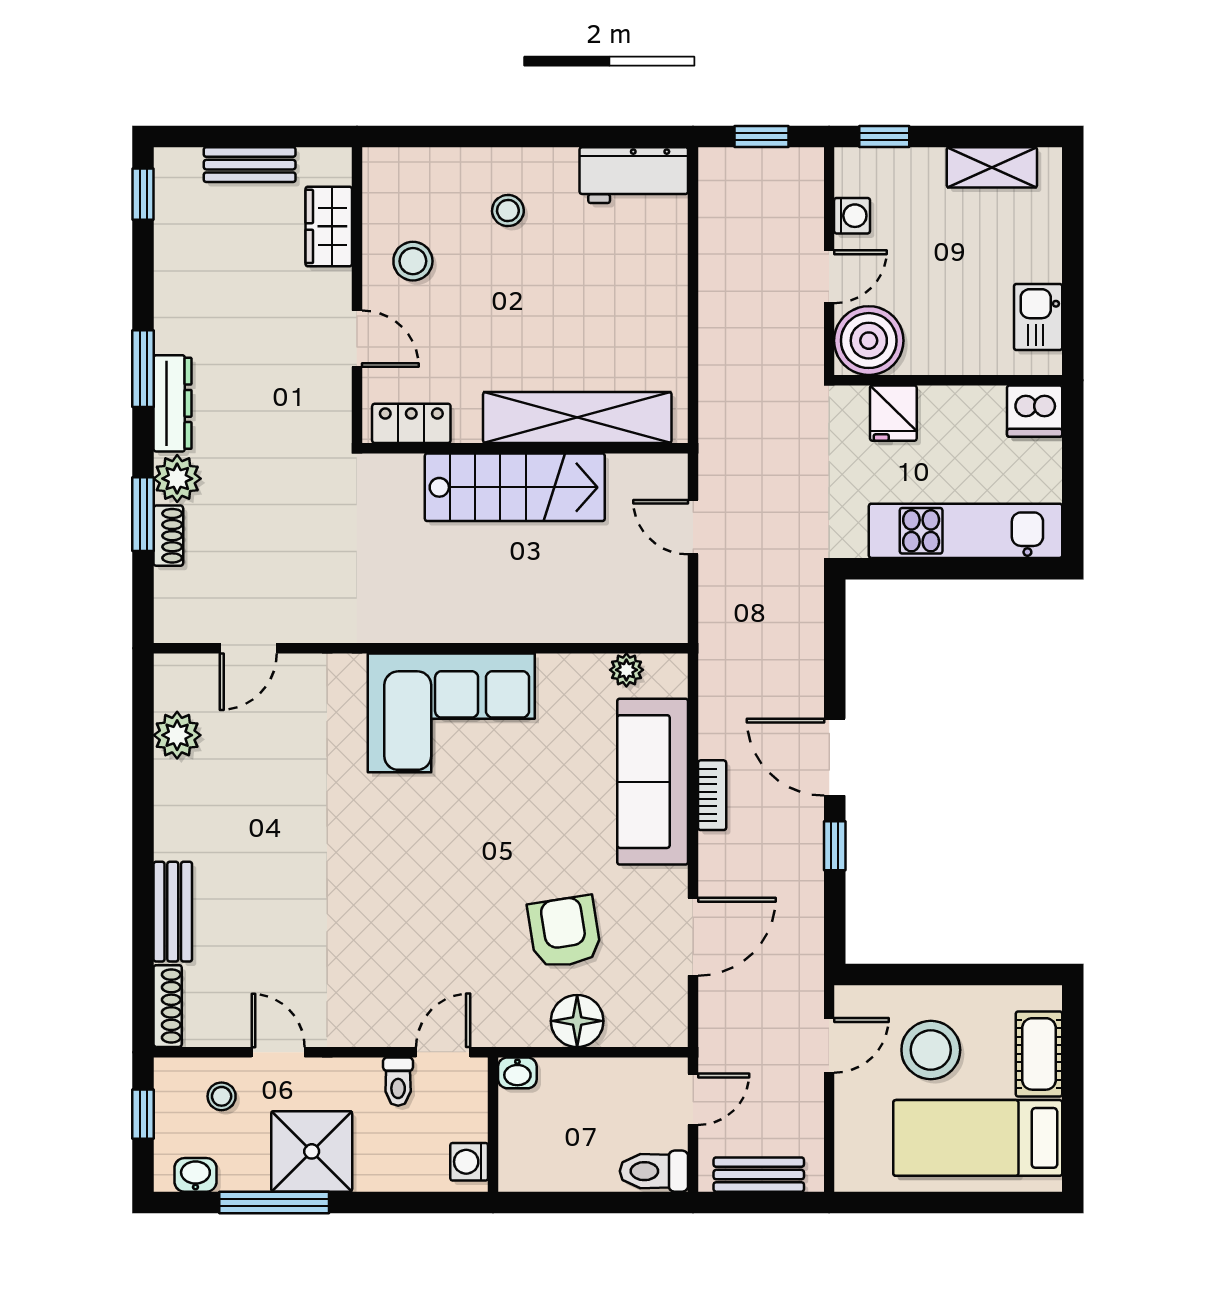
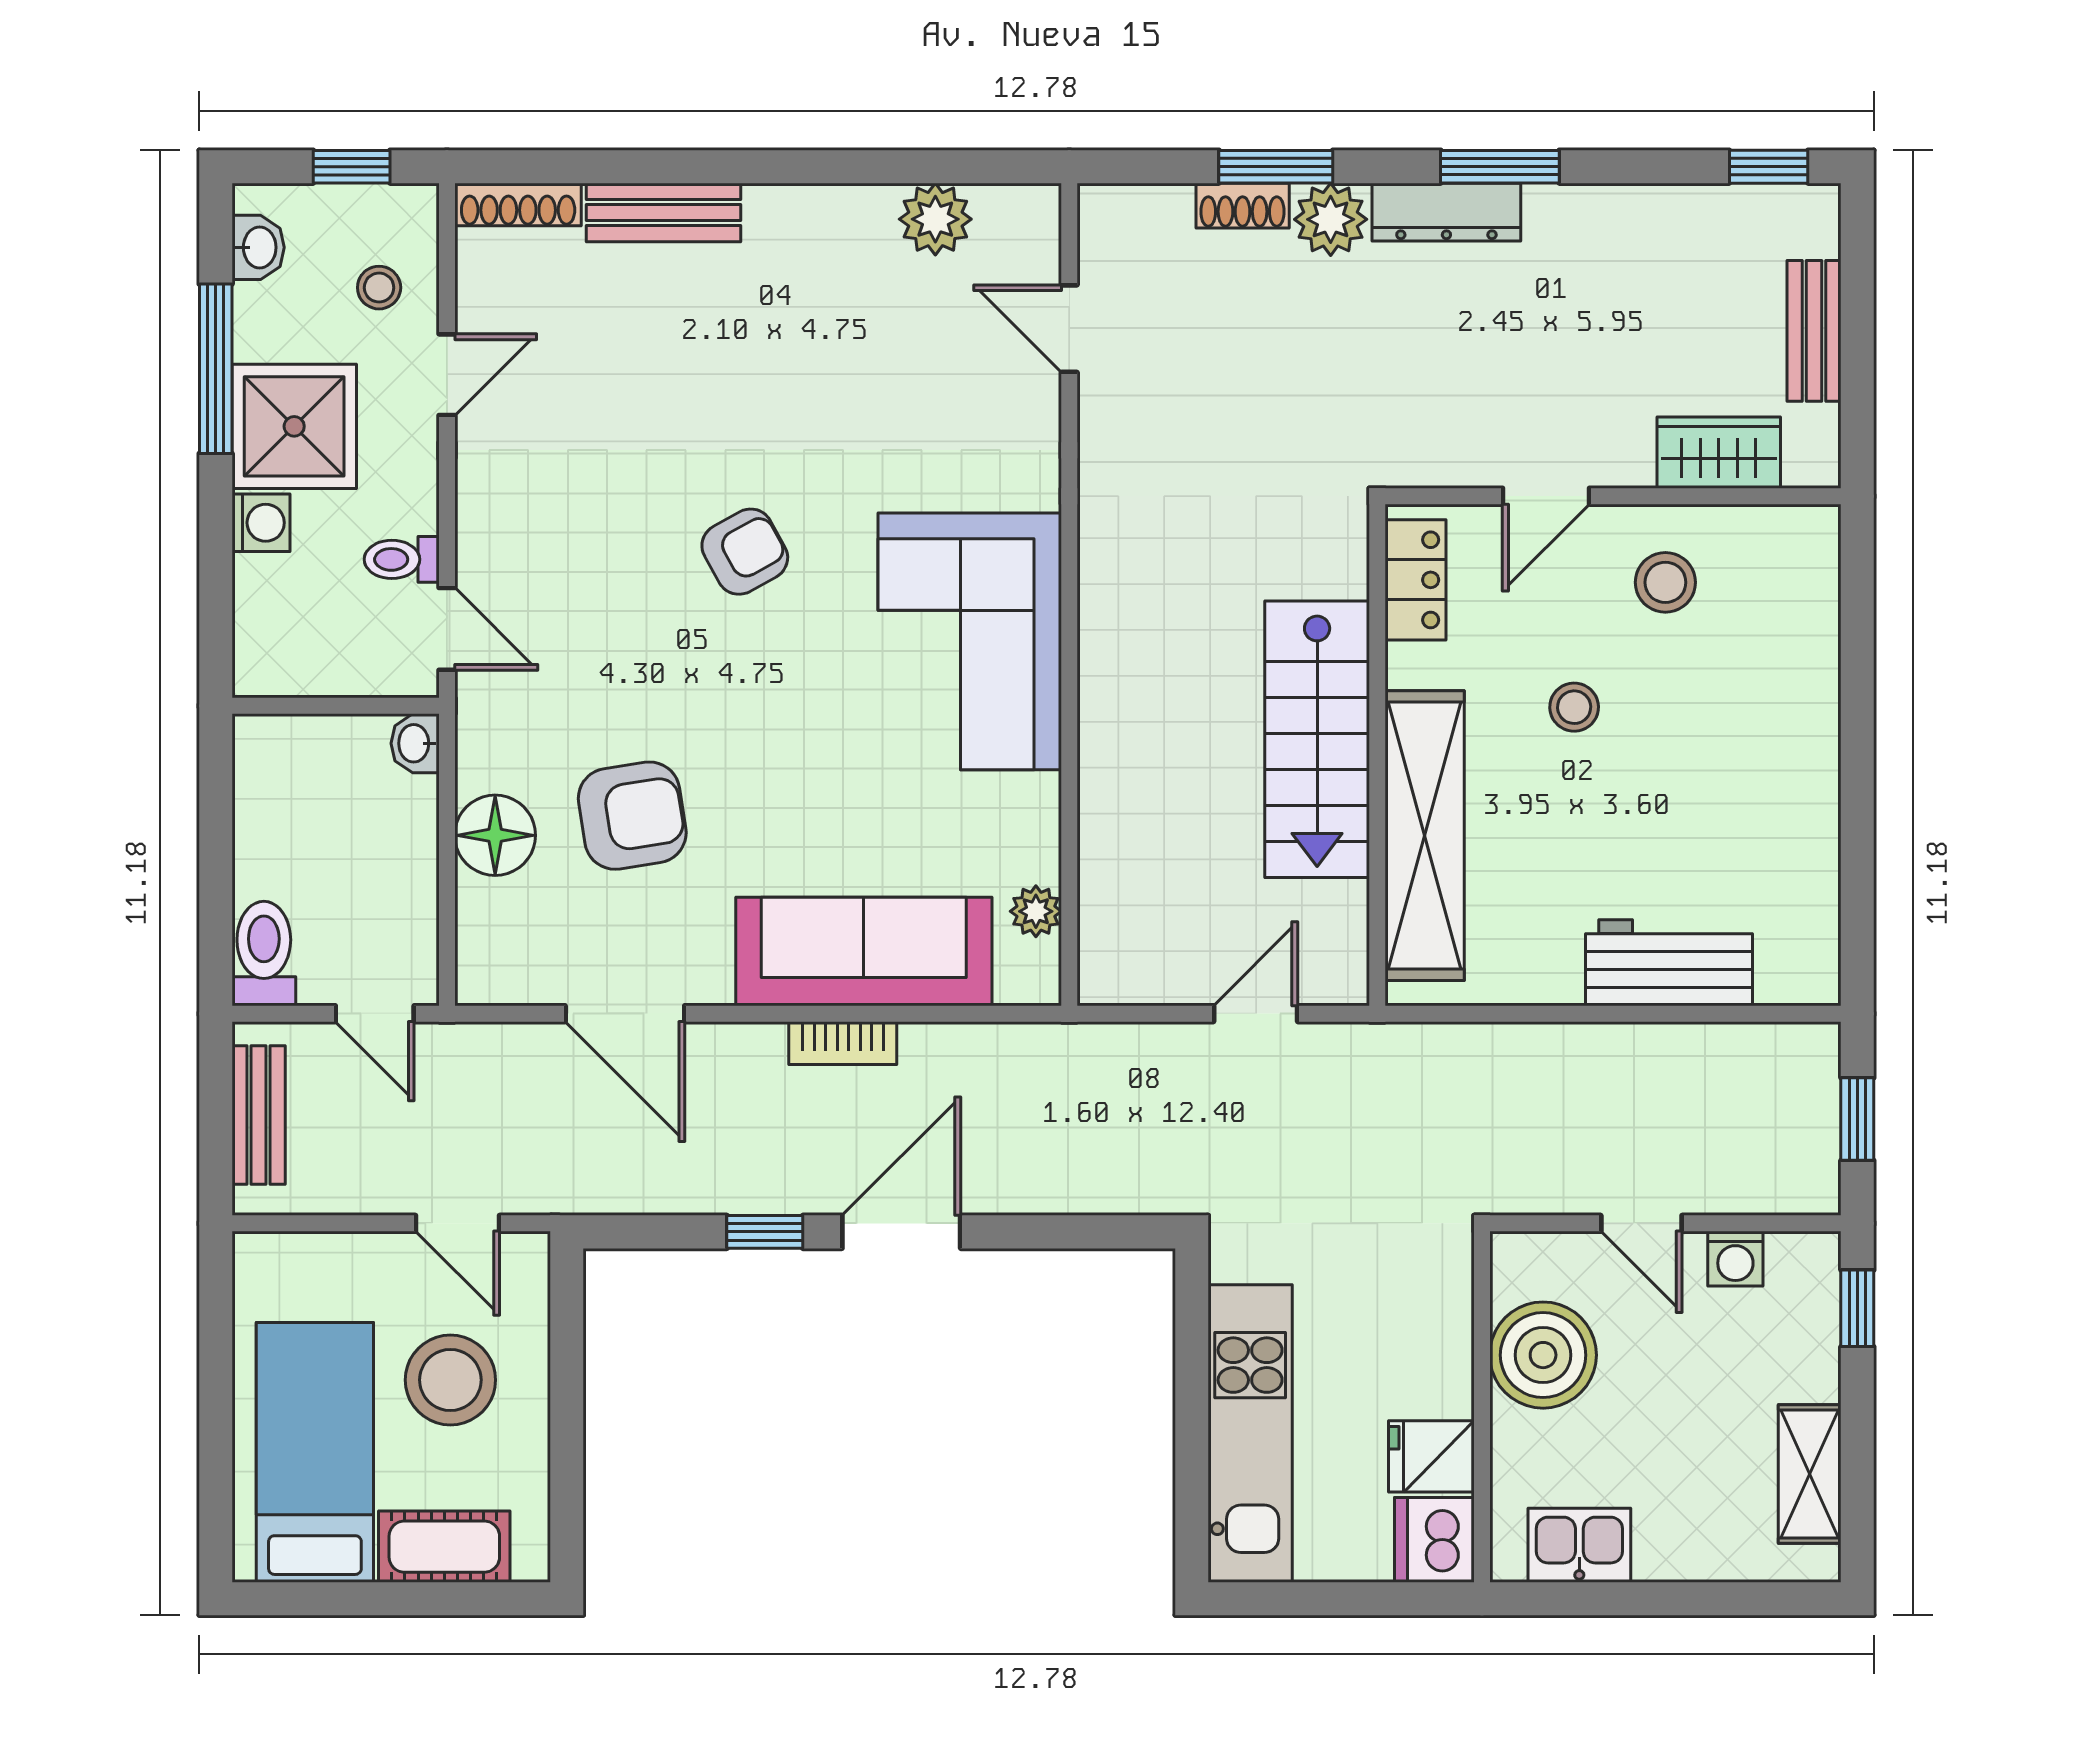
workbench: (634, 175) -> (1669, 963), moved, turned 90
stool: (508, 211) -> (1574, 707), moved
boiler: (869, 341) -> (1543, 1355), moved
fridge: (893, 413) -> (1431, 1456), moved
armchair: (393, 859) -> (745, 552), added
washing machine: (469, 1162) -> (261, 523), moved, turned 90

